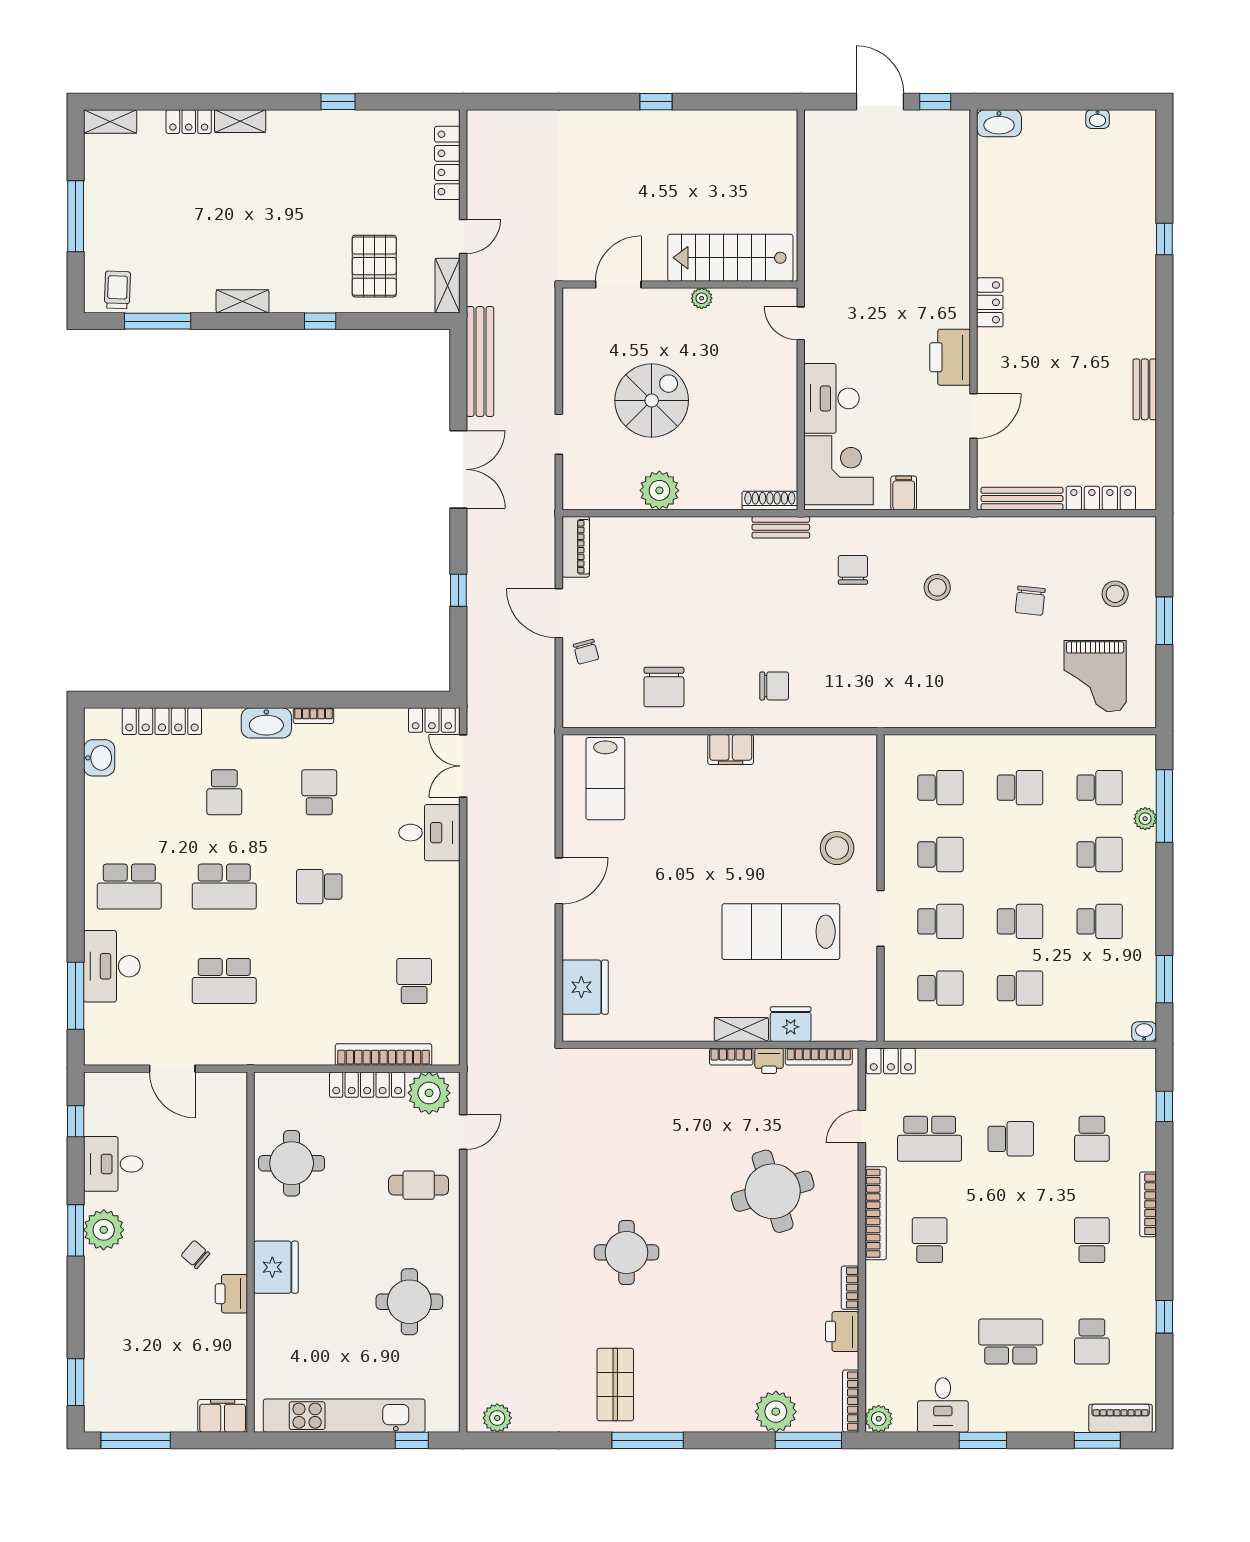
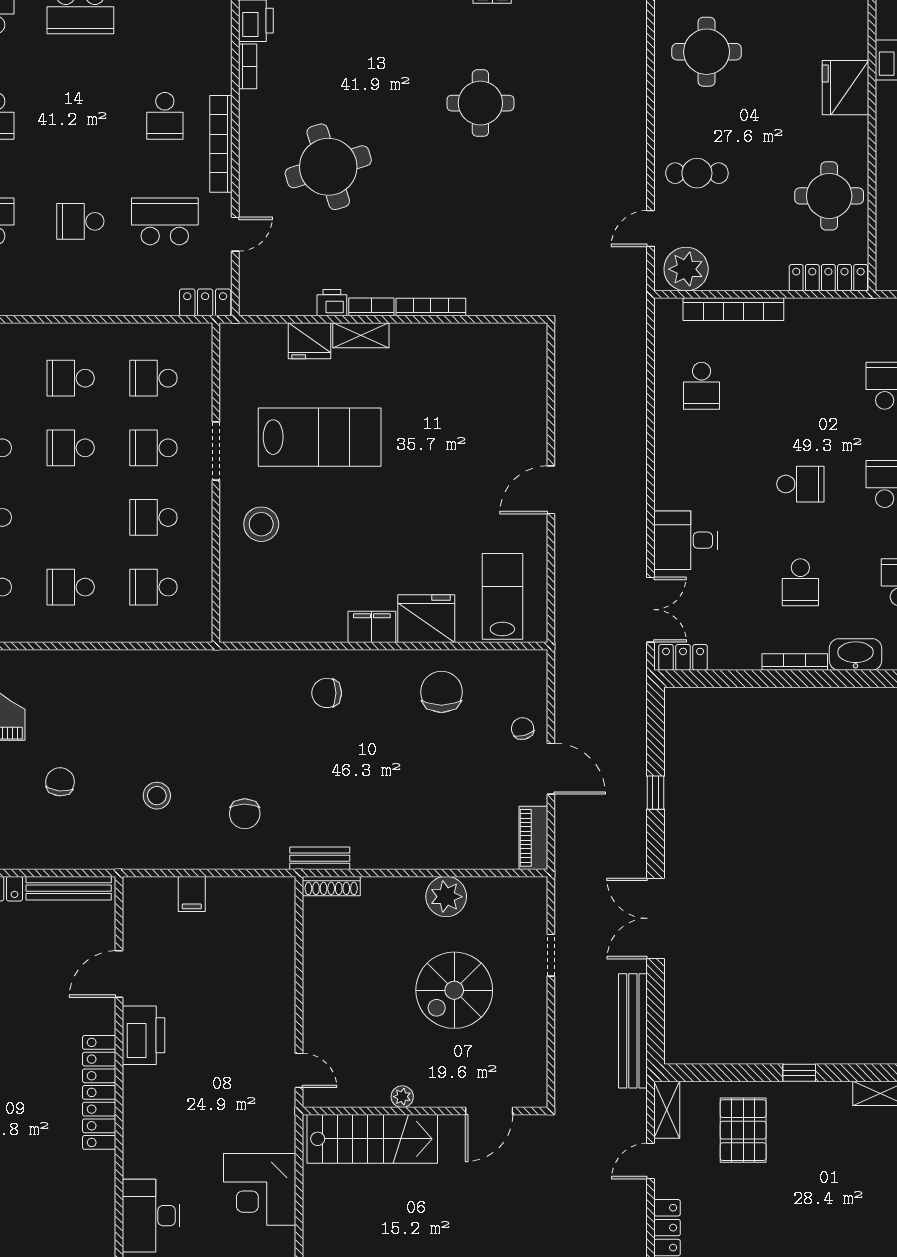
locker: (990, 302) -> (99, 1092), width x2.16, depth x1.21
desk: (831, 398) -> (151, 1216), moved, turned 180
corner desk: (839, 470) -> (260, 1189), moved
bookcase: (313, 716) -> (795, 662), width x1.56
fridge: (585, 987) -> (426, 619), moved, turned 90
bookcase: (819, 1056) -> (431, 307), moved
locker: (367, 1085) -> (828, 278), moved

